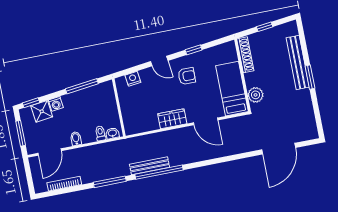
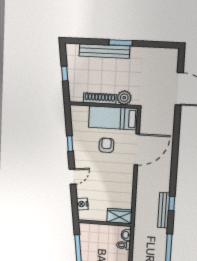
shoe rack: (245, 55) -> (100, 99), moved
armchair: (187, 76) -> (106, 145), moved
wardrobe: (172, 119) -> (119, 216), moved, turned 90
door: (206, 121) -> (137, 149), width x1.36
window: (159, 172) -> (172, 203), width x0.32

